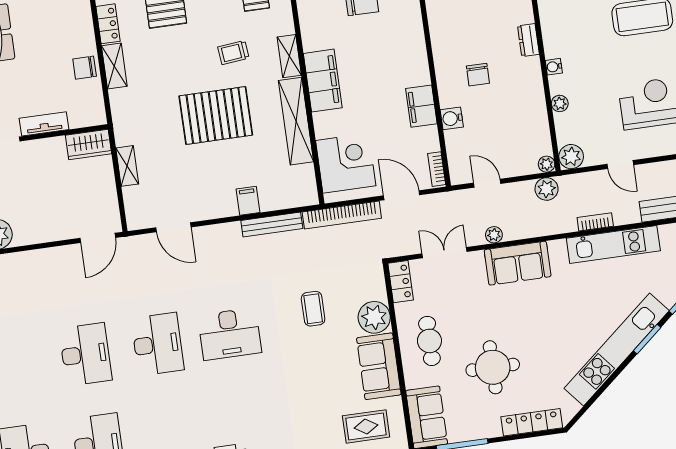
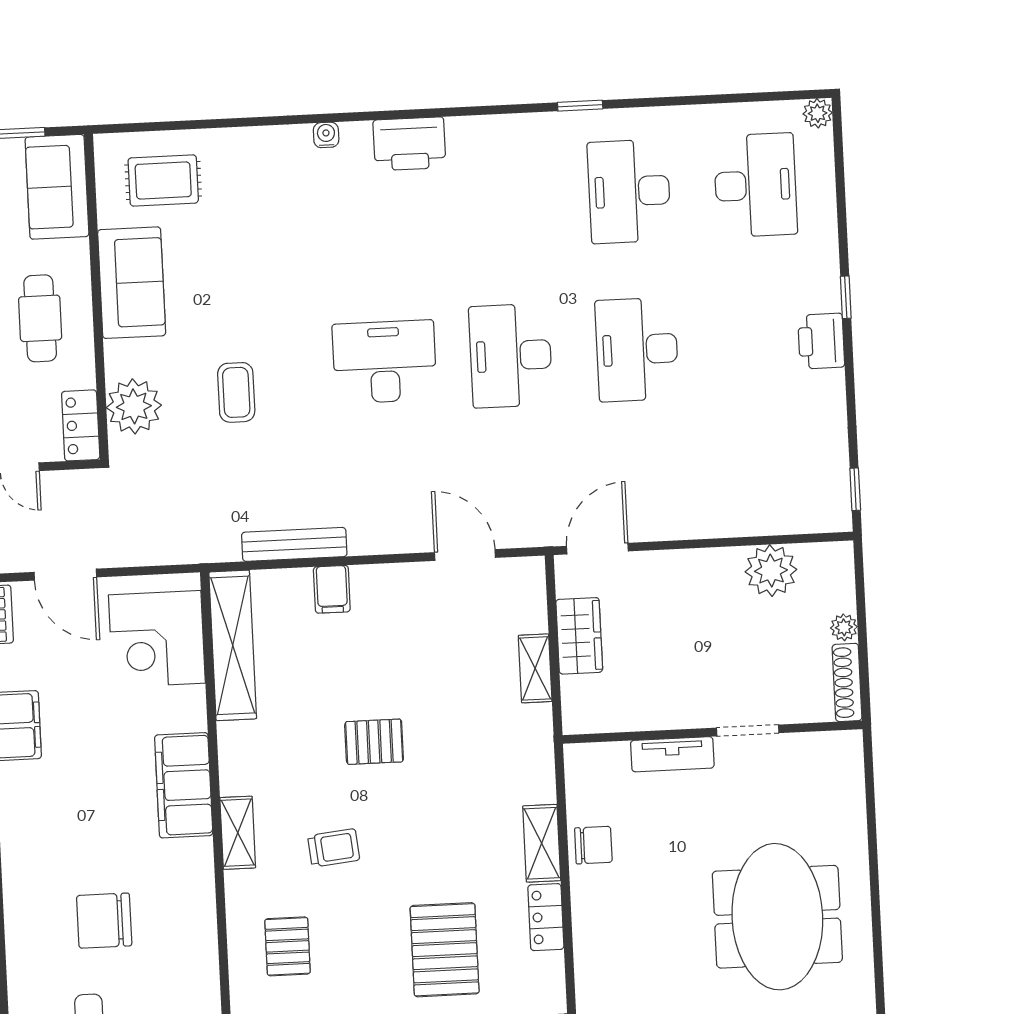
pallet: (216, 116) -> (374, 742), width x0.49, depth x0.50
shelving: (296, 121) -> (233, 645), moved
wardrobe: (89, 145) -> (579, 636), moved, turned 90
bookcase: (342, 215) -> (172, 550), removed
plant: (374, 317) -> (134, 406), moved

